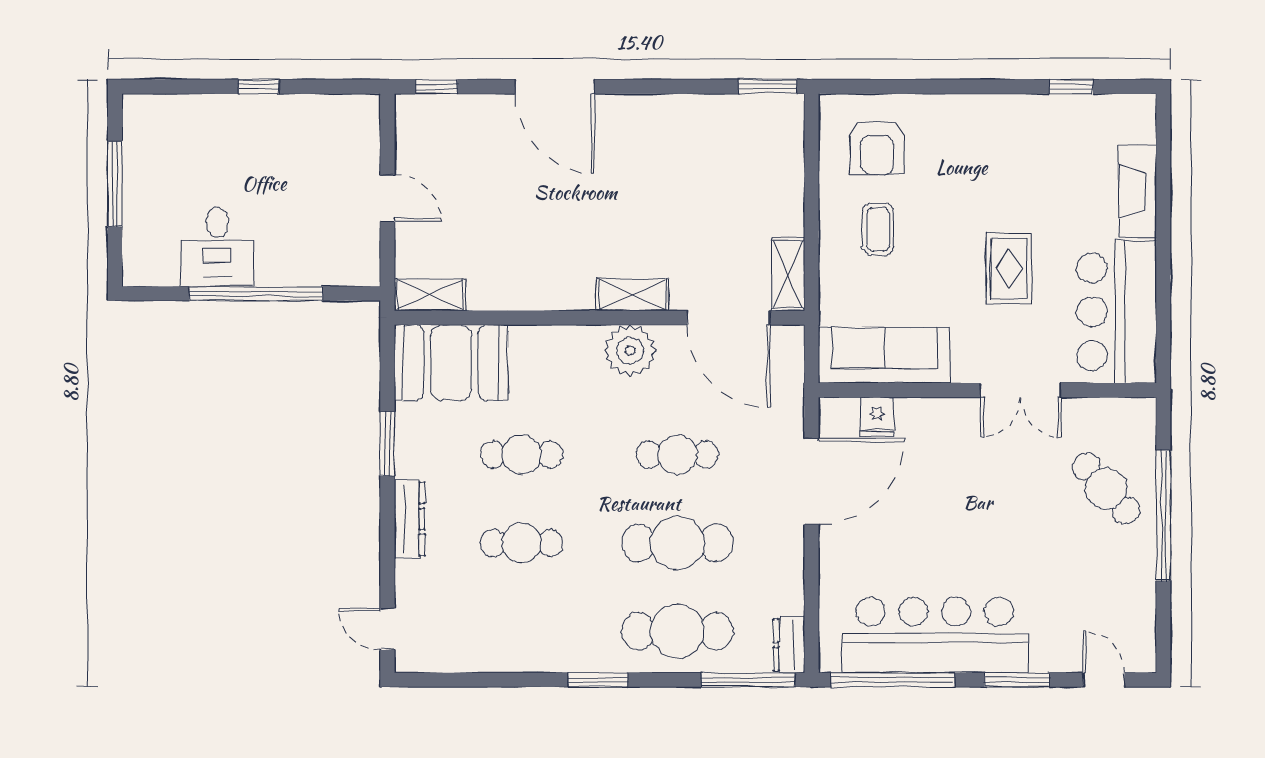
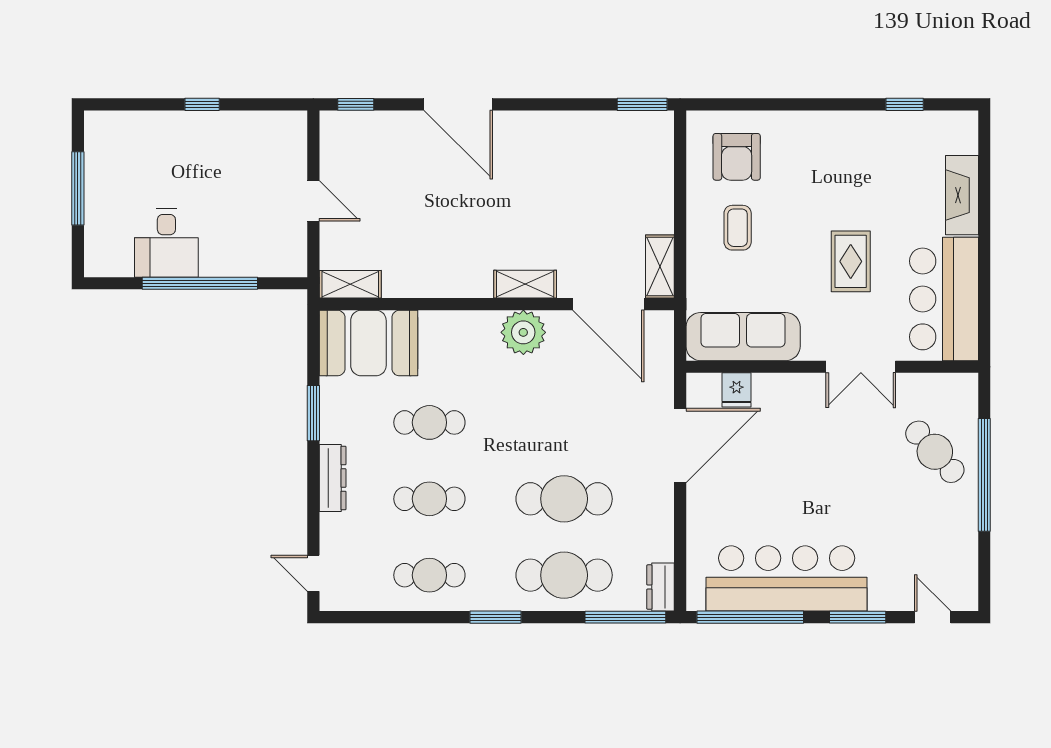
cafe table: (677, 455) -> (429, 575), moved

